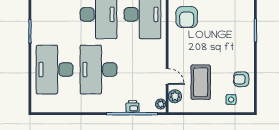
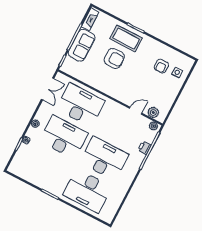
armchair: (187, 17) -> (114, 58), moved
desk: (98, 70) -> (104, 158), turned 180
armchair: (241, 79) -> (161, 66), moved
coffee table: (201, 82) -> (126, 38), moved

